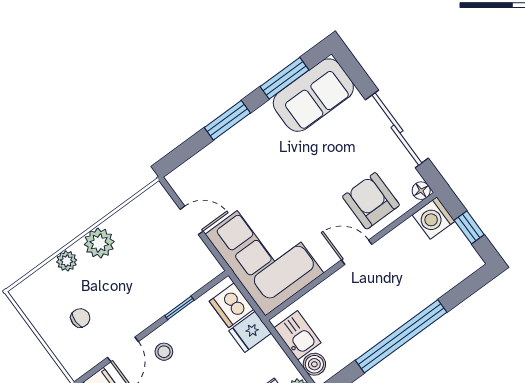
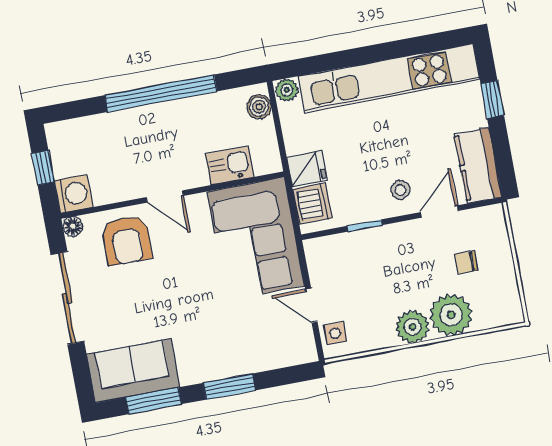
side table: (161, 207) -> (335, 333), added
plant: (67, 261) -> (451, 315), width x1.88, depth x1.88
kitchen sink: (297, 335) -> (230, 165), moved, turned 90

